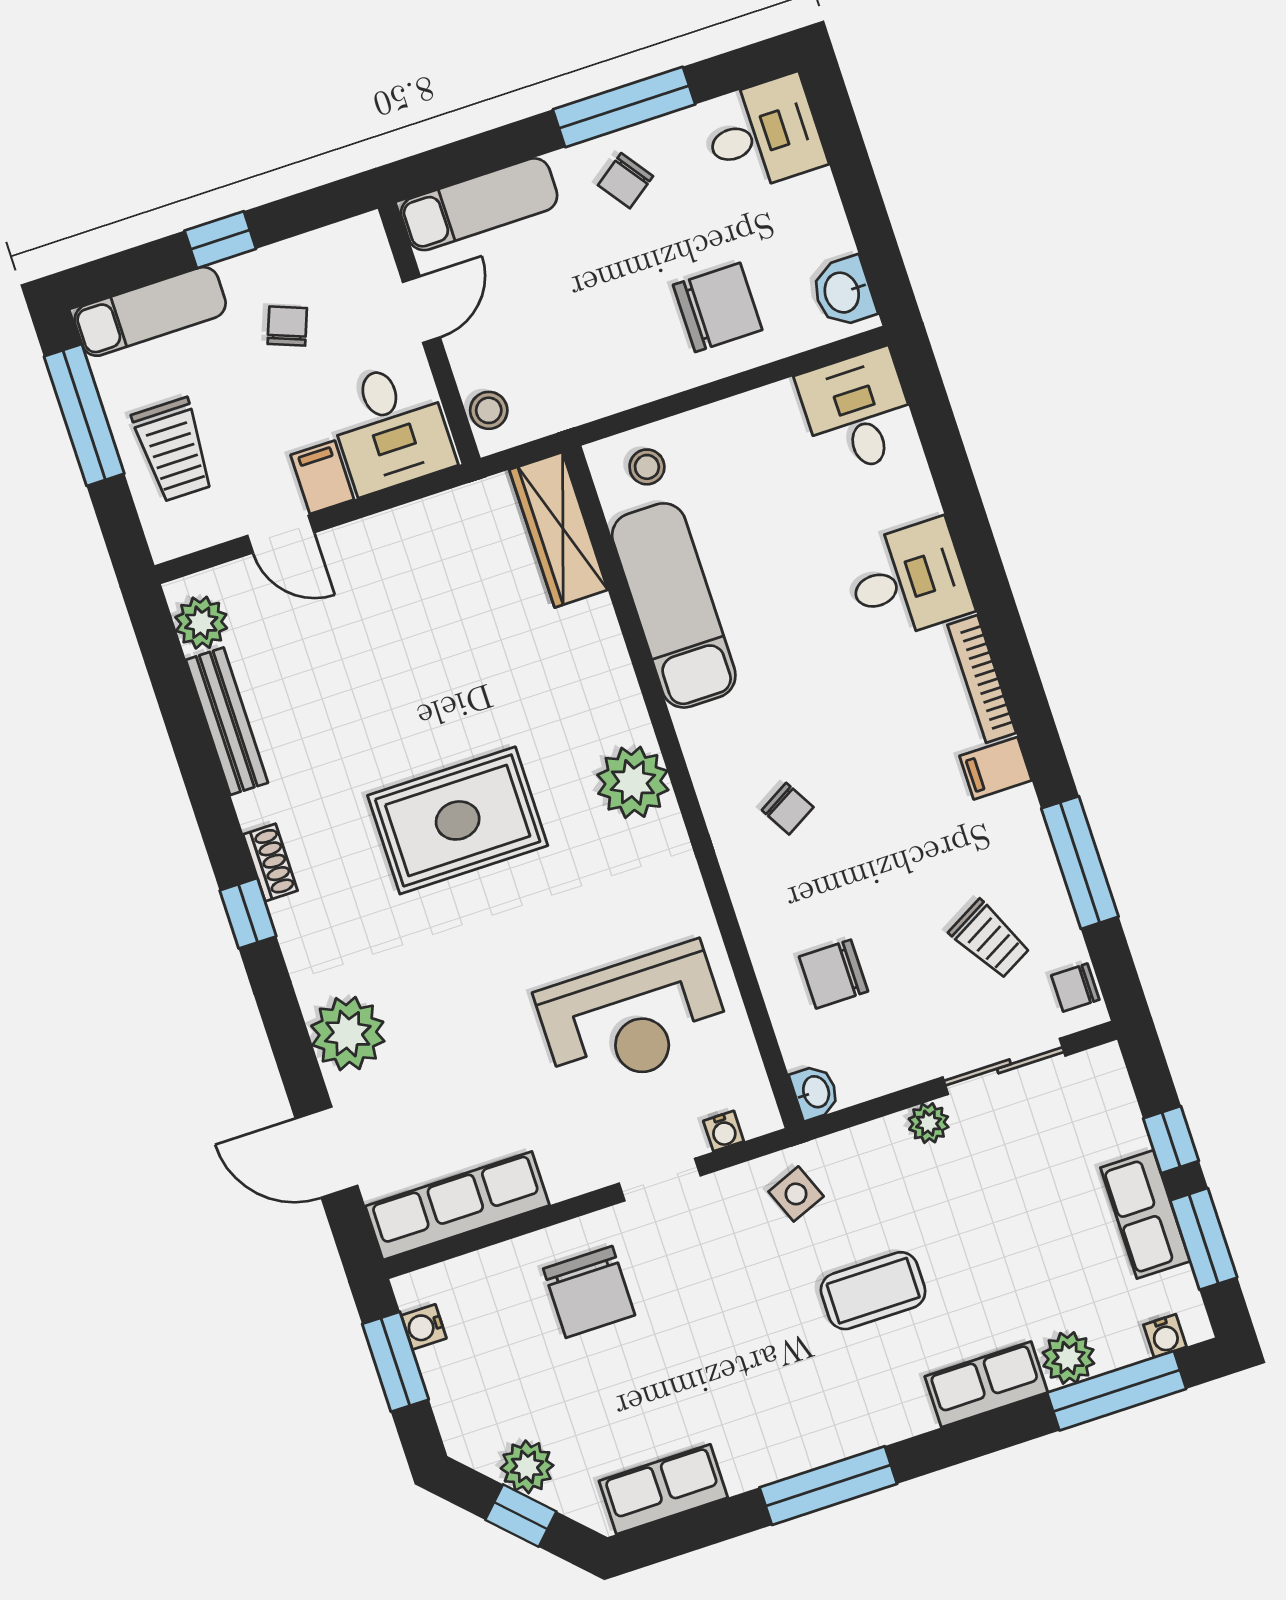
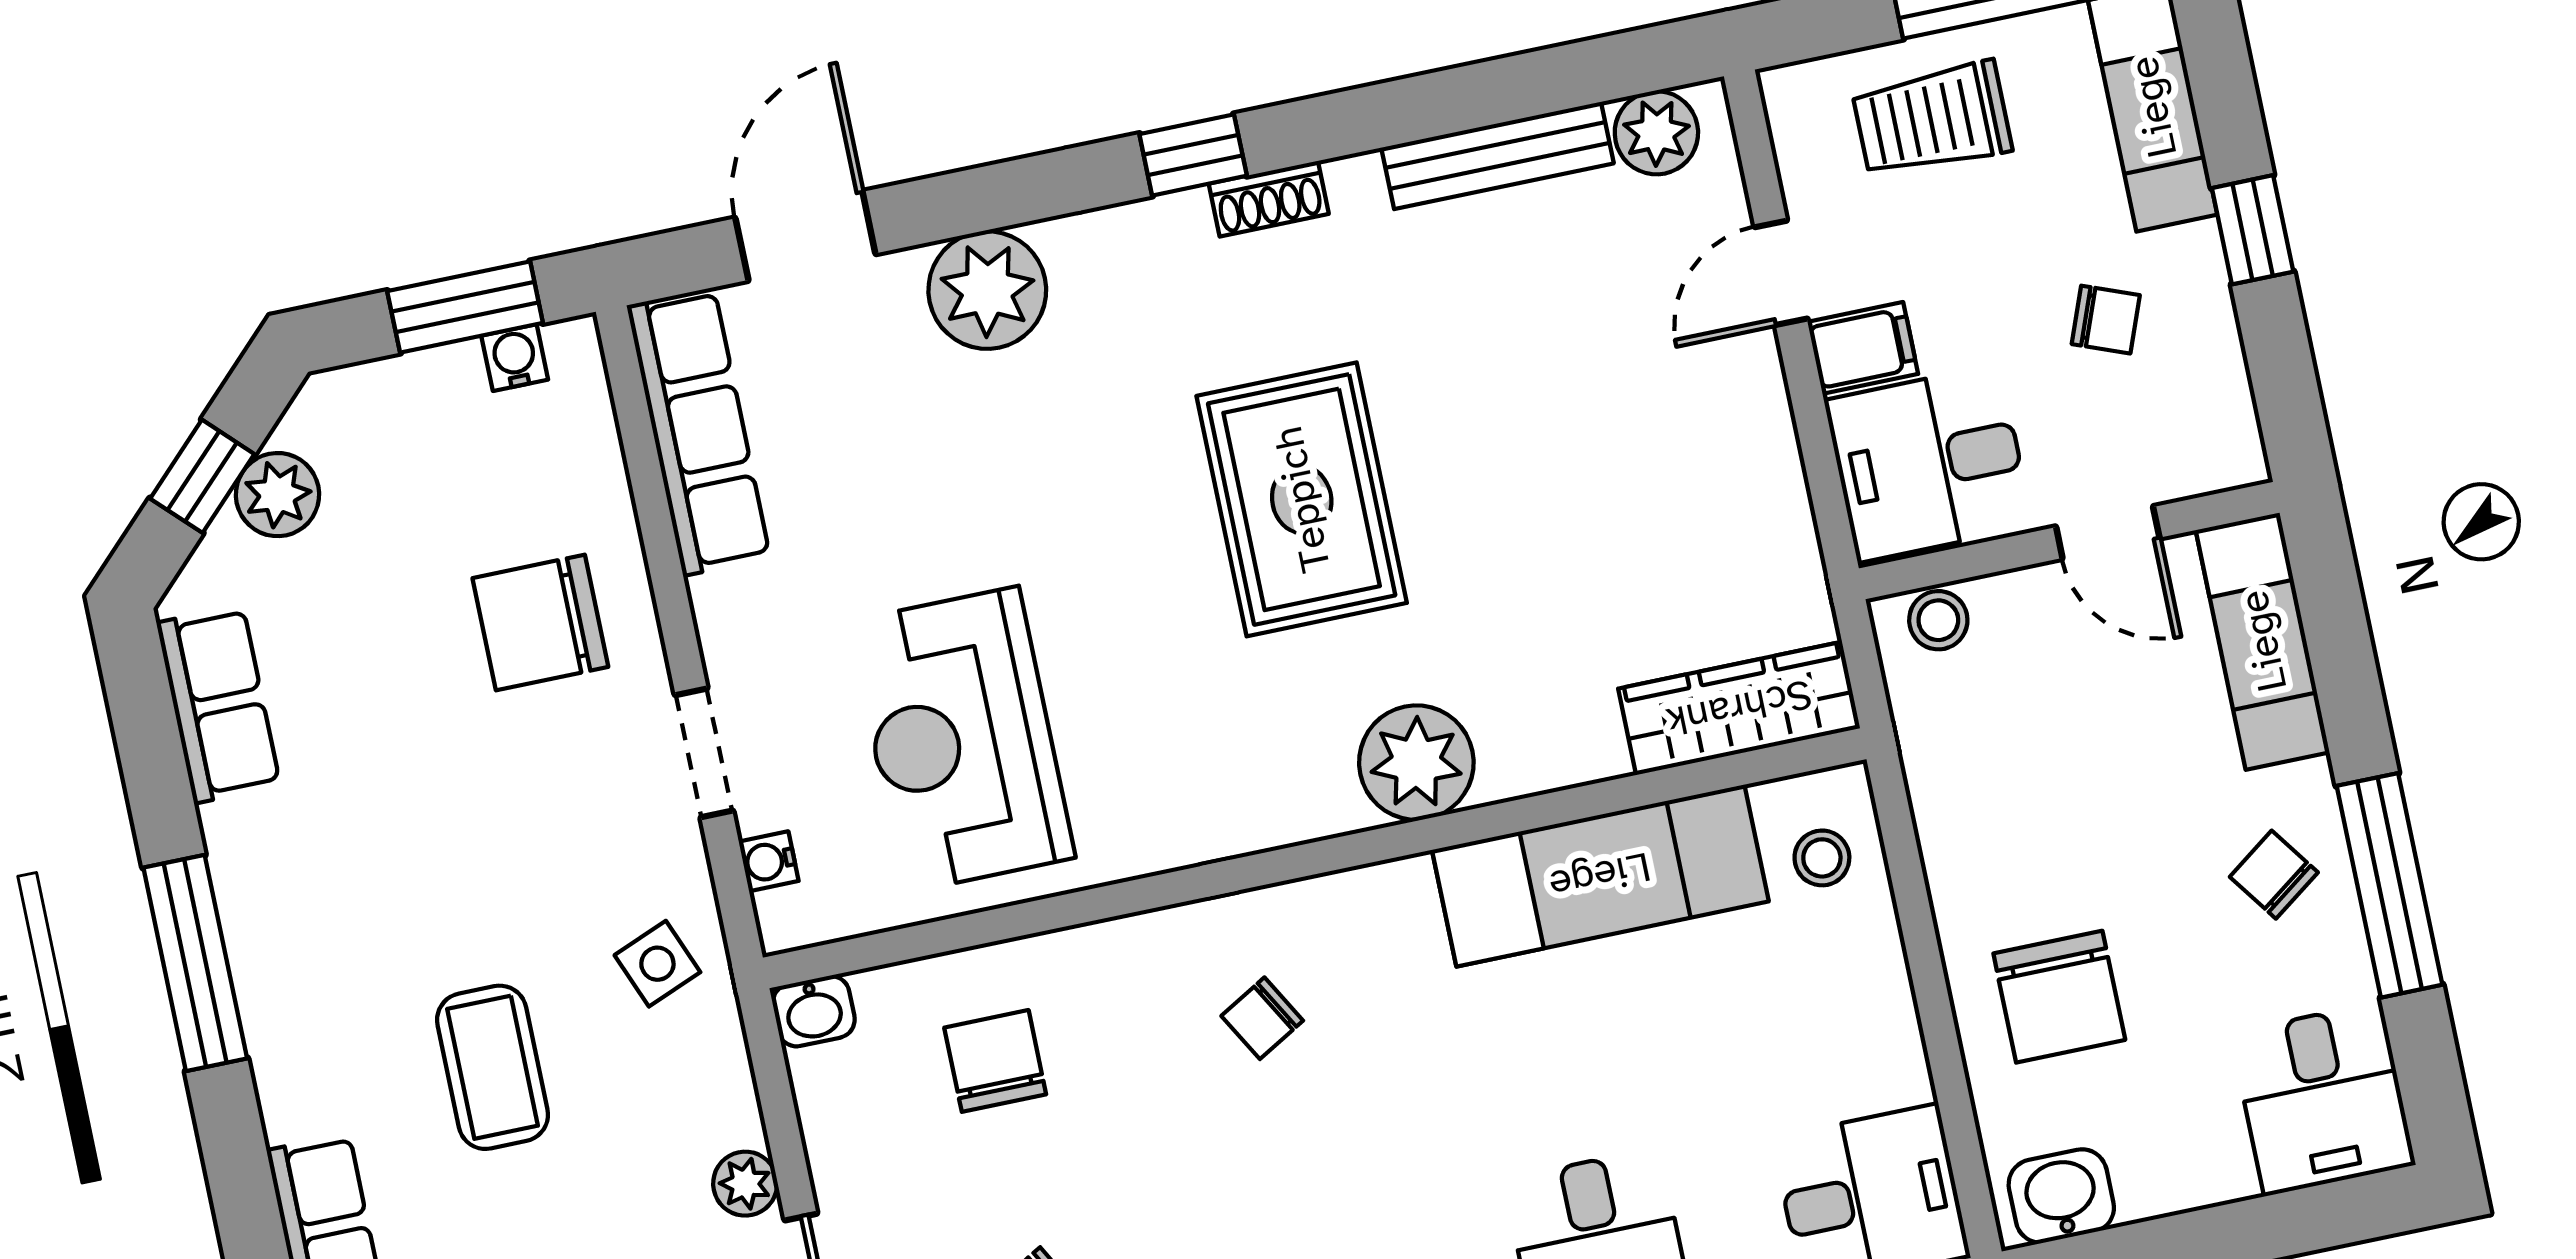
plant: (633, 782) -> (1416, 763), moved

